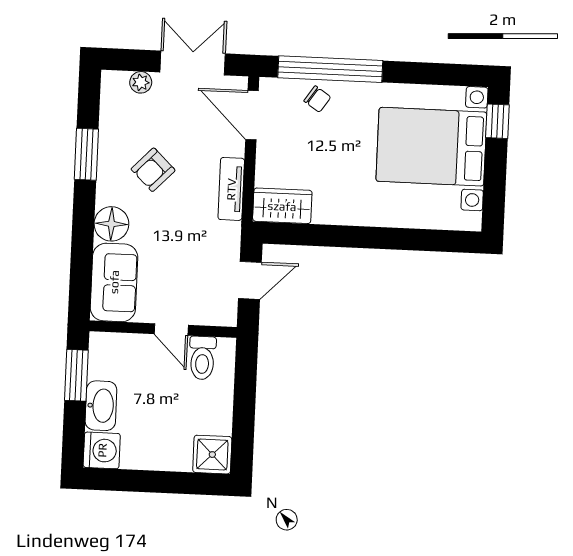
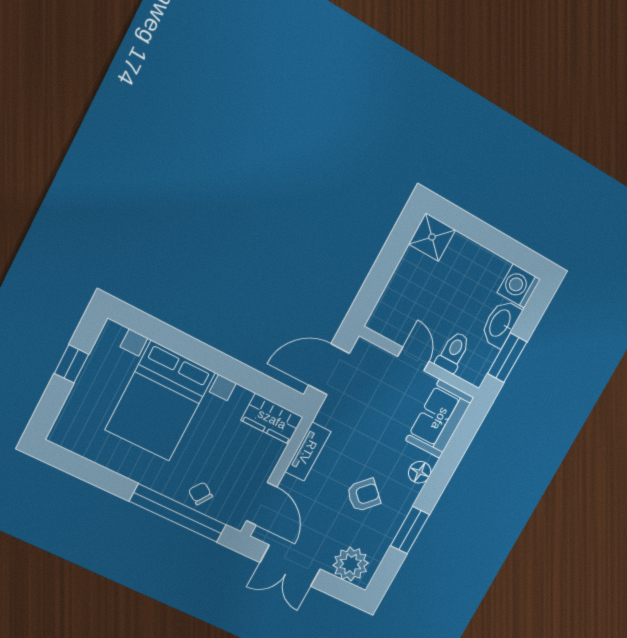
plant: (141, 82) -> (351, 564), width x1.87, depth x1.87
window: (497, 121) -> (71, 364), moved
bed with nightstands: (431, 147) -> (160, 401), moved, turned 90
floor lamp: (111, 224) -> (420, 472), width x0.73, depth x0.73
door: (250, 280) -> (329, 369), width x1.38
toilet: (202, 358) -> (453, 352), moved

